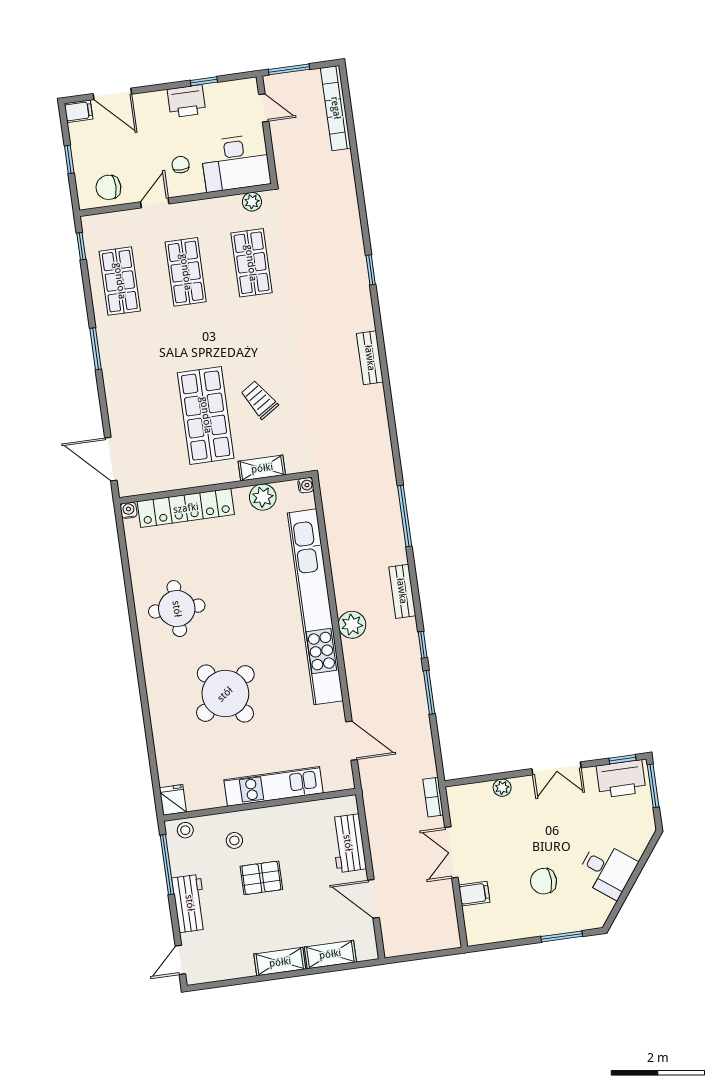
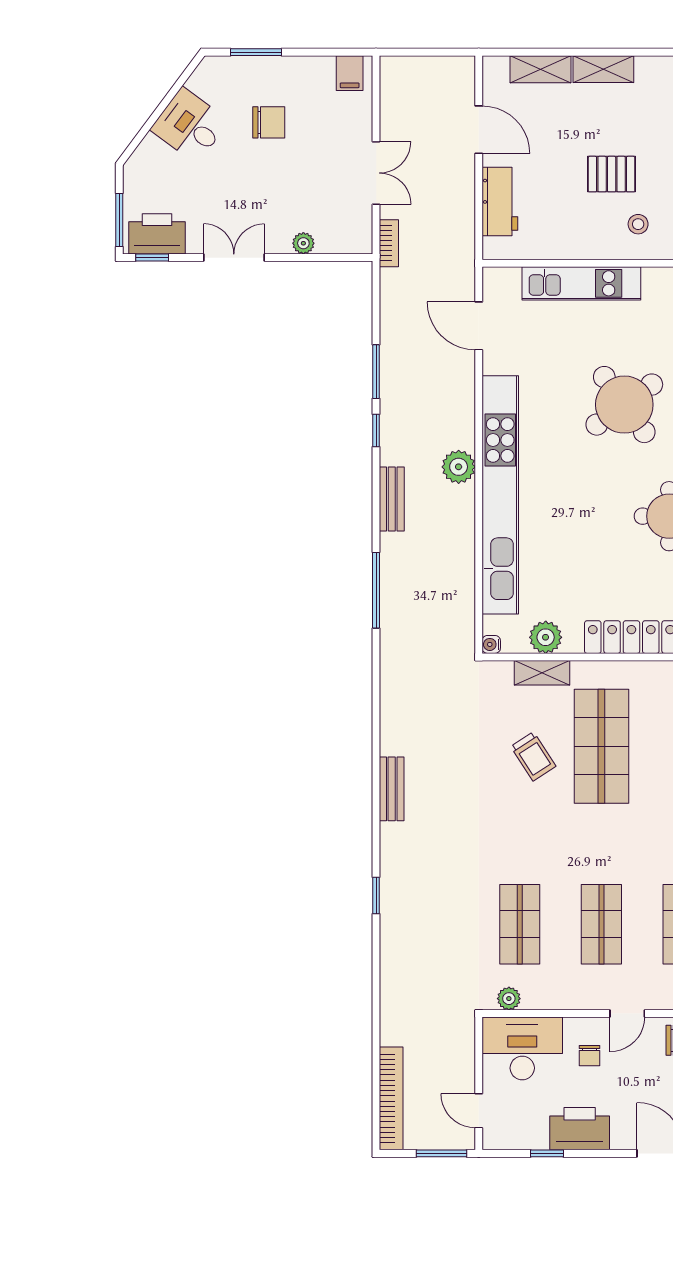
printer: (186, 101) -> (580, 1129), width x1.37, depth x1.19
filing cabinet: (474, 894) -> (350, 73), moved, turned -90

